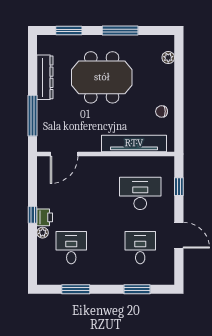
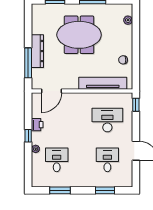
dresser: (45, 77) -> (37, 51), moved
window: (179, 187) -> (136, 105), moved
printer: (45, 217) -> (37, 125), moved

